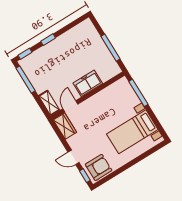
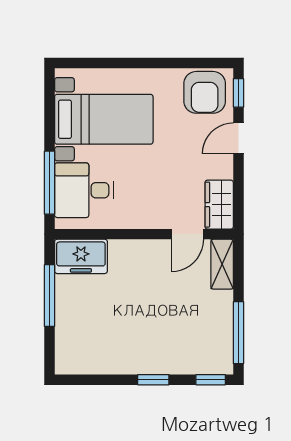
freezer: (88, 83) -> (81, 256), moved
desk: (123, 98) -> (84, 190), added
door: (74, 157) -> (238, 138), swing flipped
armchair: (99, 167) -> (205, 92), turned -90

